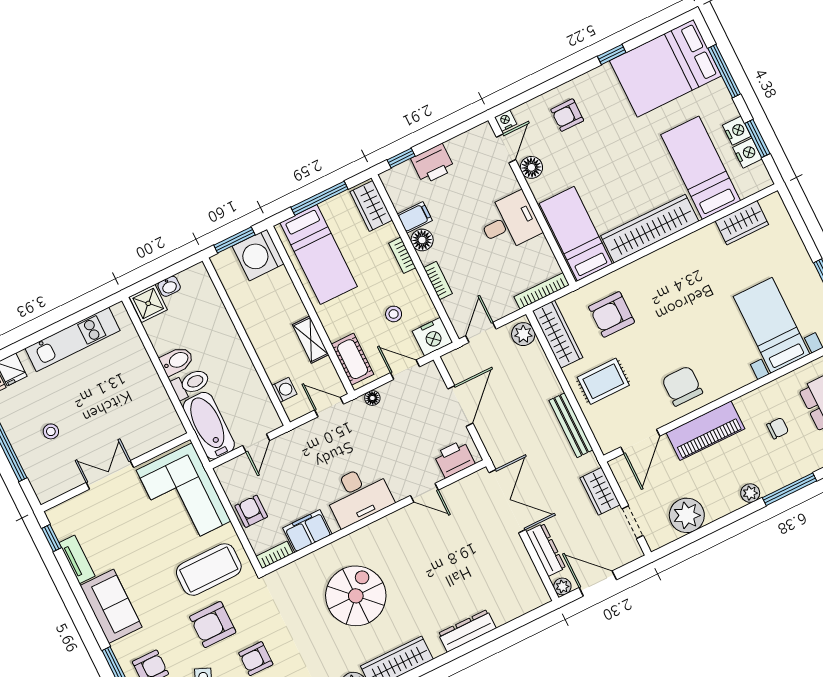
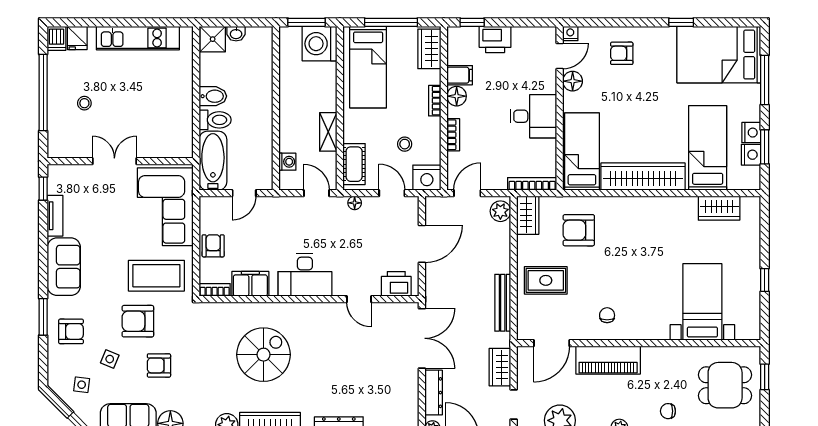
wardrobe: (558, 334) -> (528, 215), width x0.67
chair: (682, 386) -> (607, 315), width x0.54, depth x0.54
chair: (778, 428) -> (668, 411), moved, turned 180

